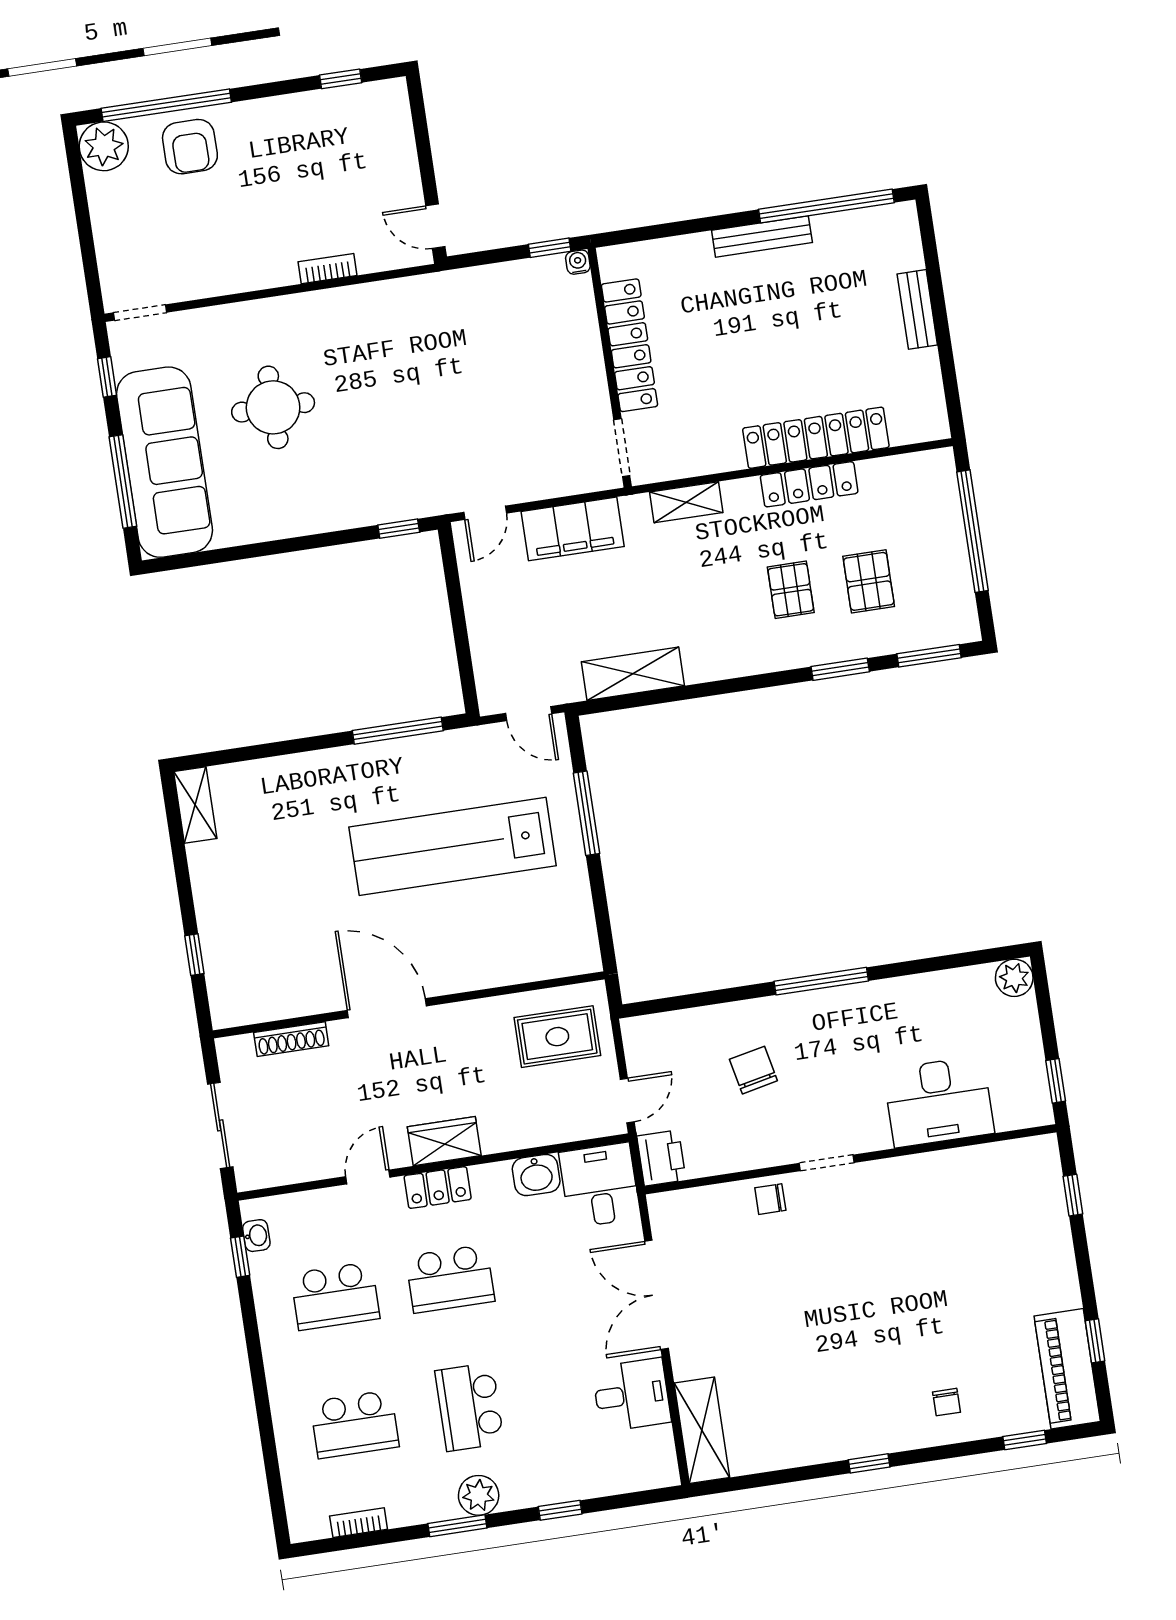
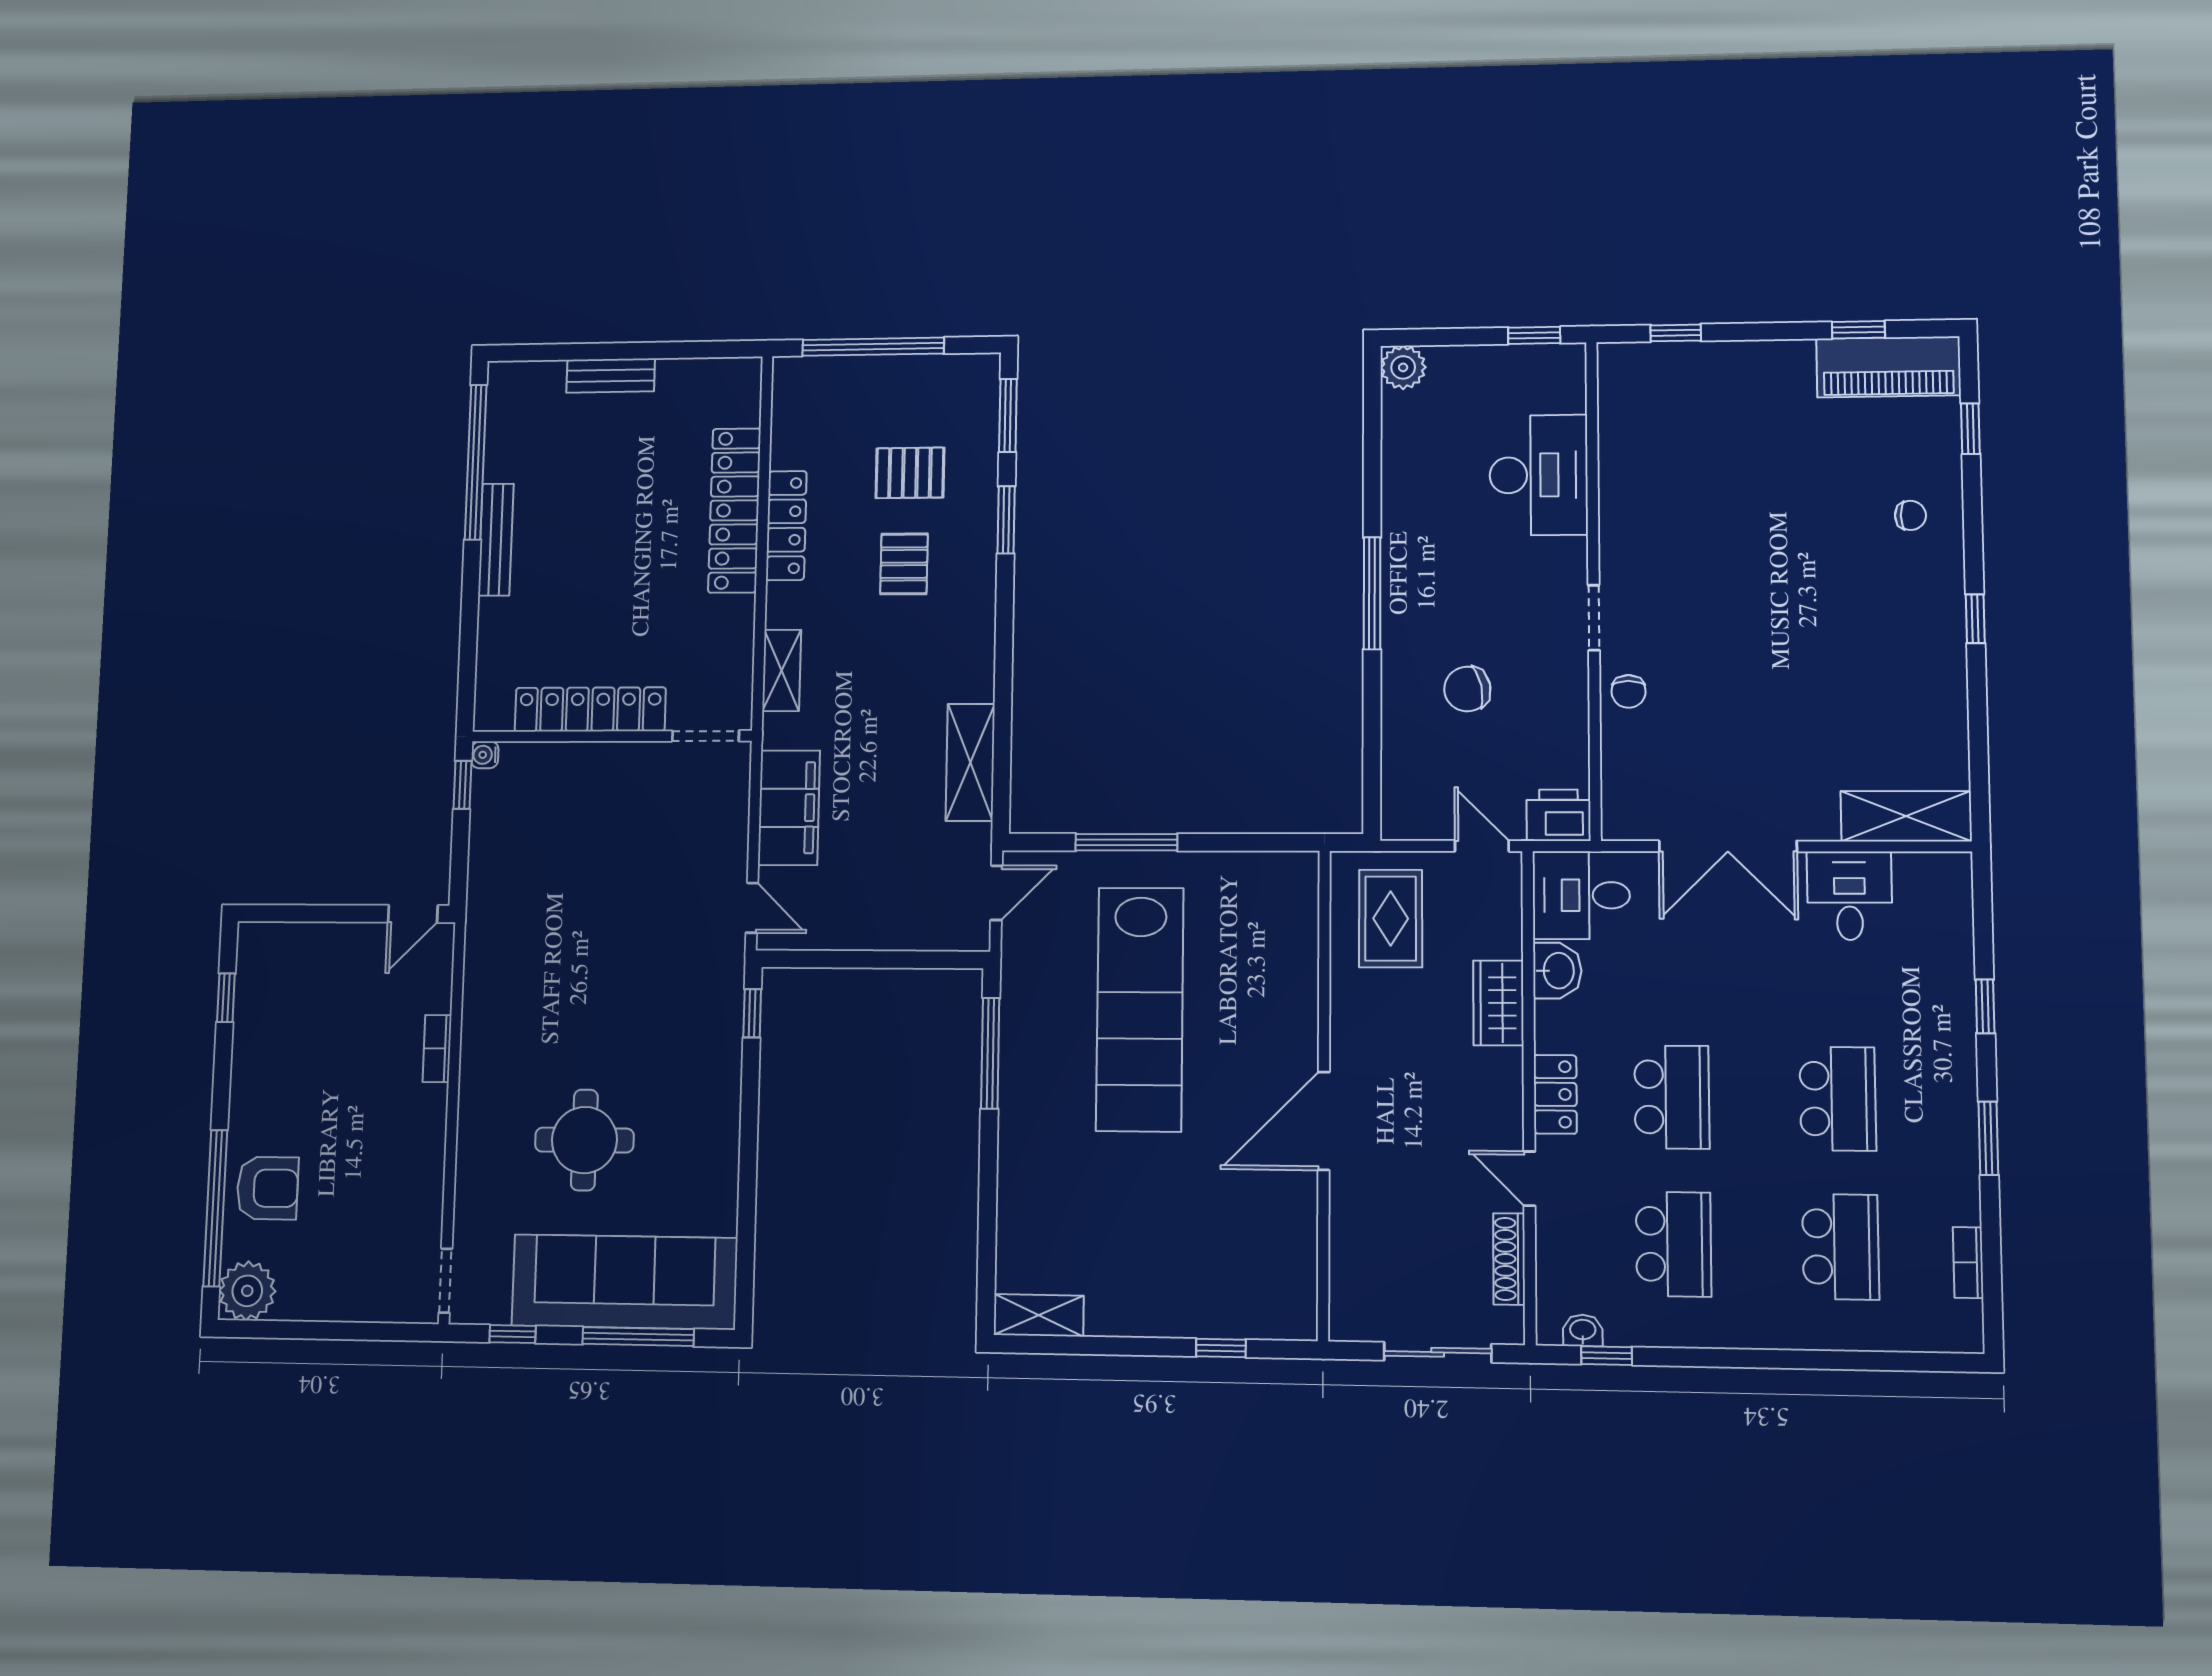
pallet: (791, 590) -> (904, 564), turned 90
shoe rack: (291, 1039) -> (1509, 1259), moved, turned 180
wardrobe: (444, 1141) -> (1498, 1003), moved
school desk: (470, 1407) -> (1838, 1099), turned -90
plant: (479, 1495) -> (1953, 1105), removed

